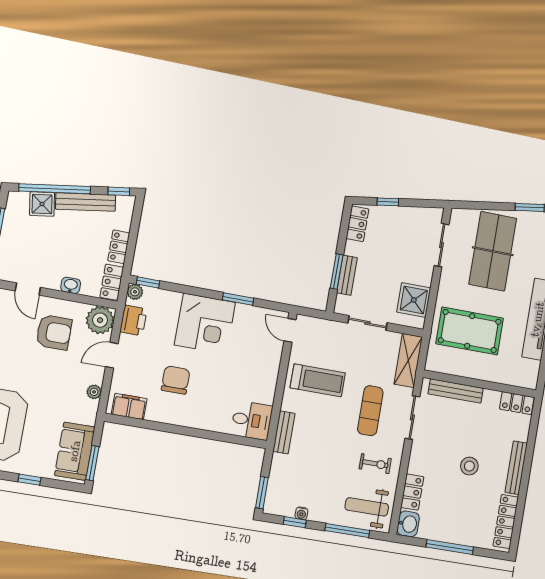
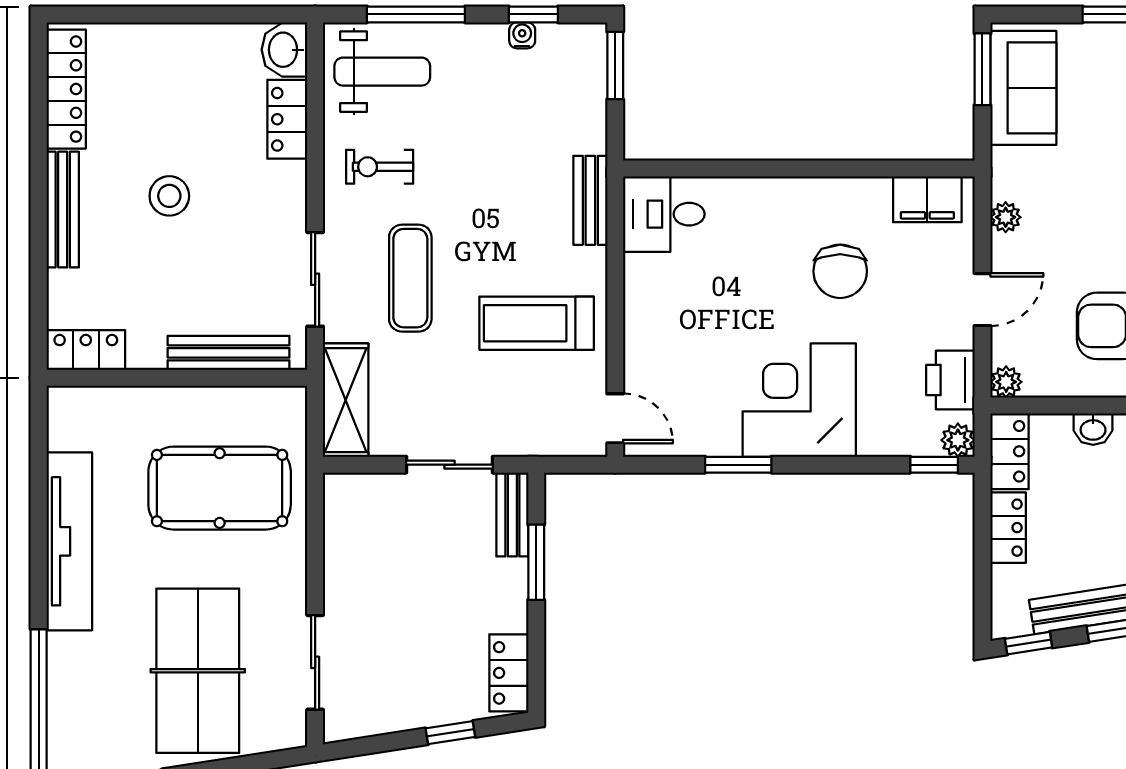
bench: (347, 275) -> (512, 515), moved
shower: (414, 300) -> (356, 532), removed
plant: (100, 320) -> (1006, 382), width x0.53, depth x0.53
window: (450, 547) -> (183, 14), removed

